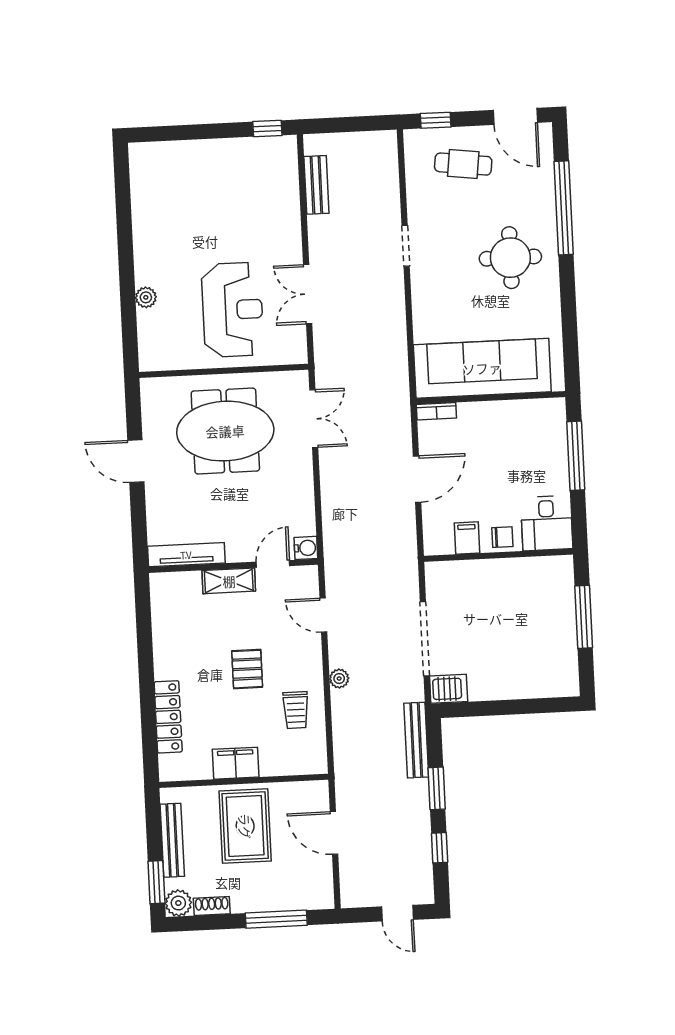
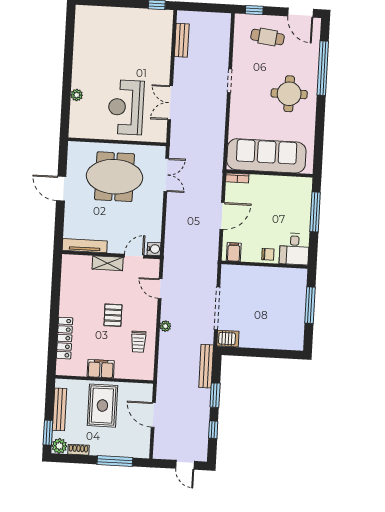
reception desk: (233, 310) -> (126, 107), turned 180
filing cabinet: (467, 538) -> (234, 252), moved

